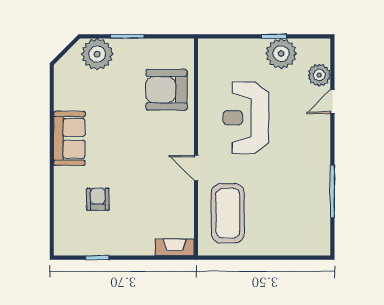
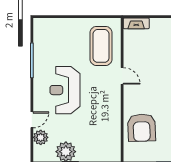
armchair: (166, 90) -> (142, 128), turned 88
reception desk: (246, 118) -> (65, 90), moved, turned 180

